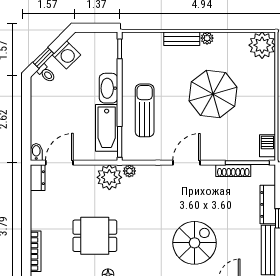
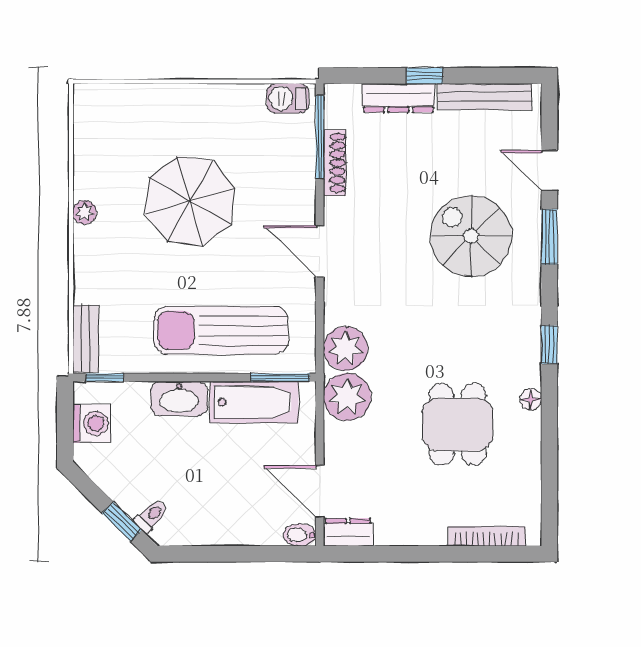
bench: (182, 39) -> (86, 339), moved
plant: (262, 45) -> (98, 109), removed
washing machine: (66, 55) -> (92, 423), moved, turned 45
sun lounger: (145, 110) -> (221, 330), width x1.36, depth x1.34
plant: (129, 171) -> (346, 349), width x1.88, depth x1.88

